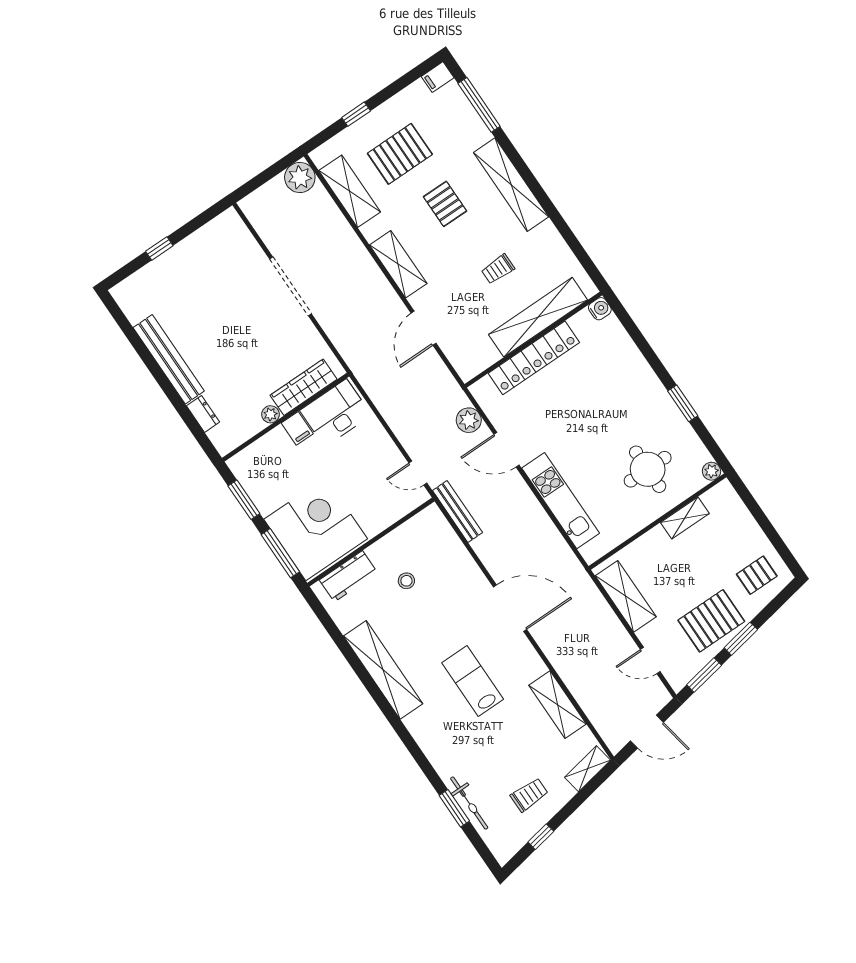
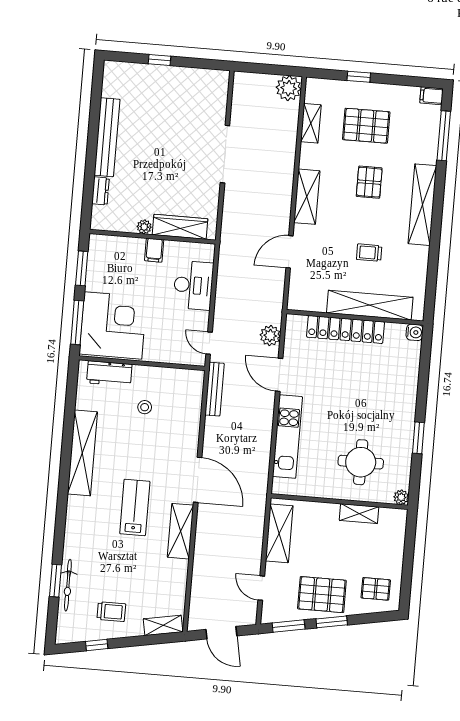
shelving: (350, 191) -> (311, 123), width x0.67, depth x0.75
desk: (336, 413) -> (193, 285), moved, turned 90
shelving: (558, 705) -> (181, 531), moved

